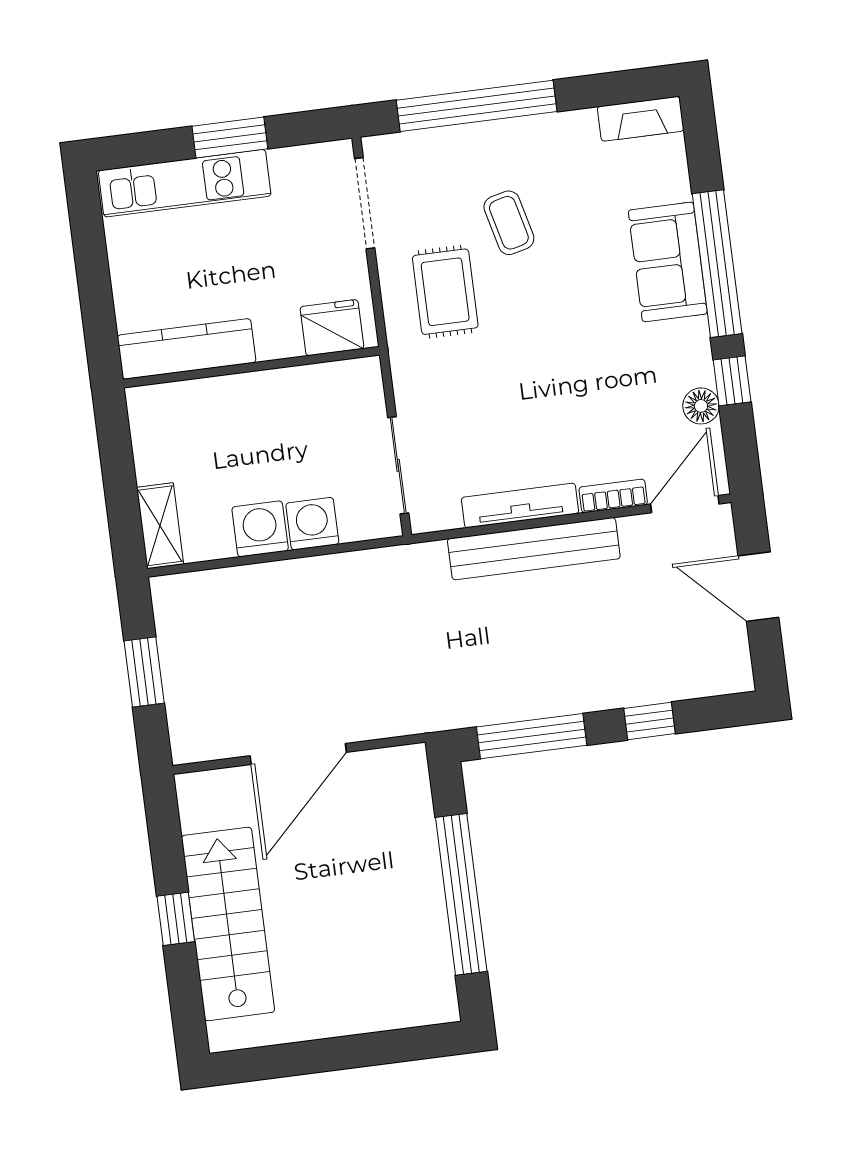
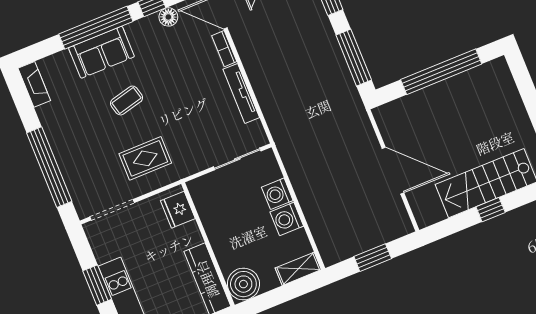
coffee table: (509, 223) -> (127, 100), moved
boiler: (159, 415) -> (243, 284), added
bench: (534, 549) -> (261, 81), removed

